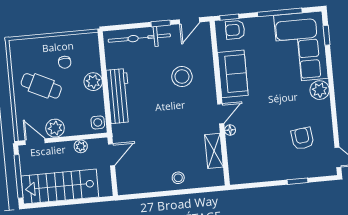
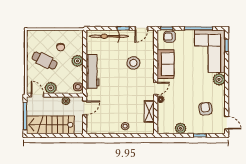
plant: (266, 173) -> (180, 128), added

